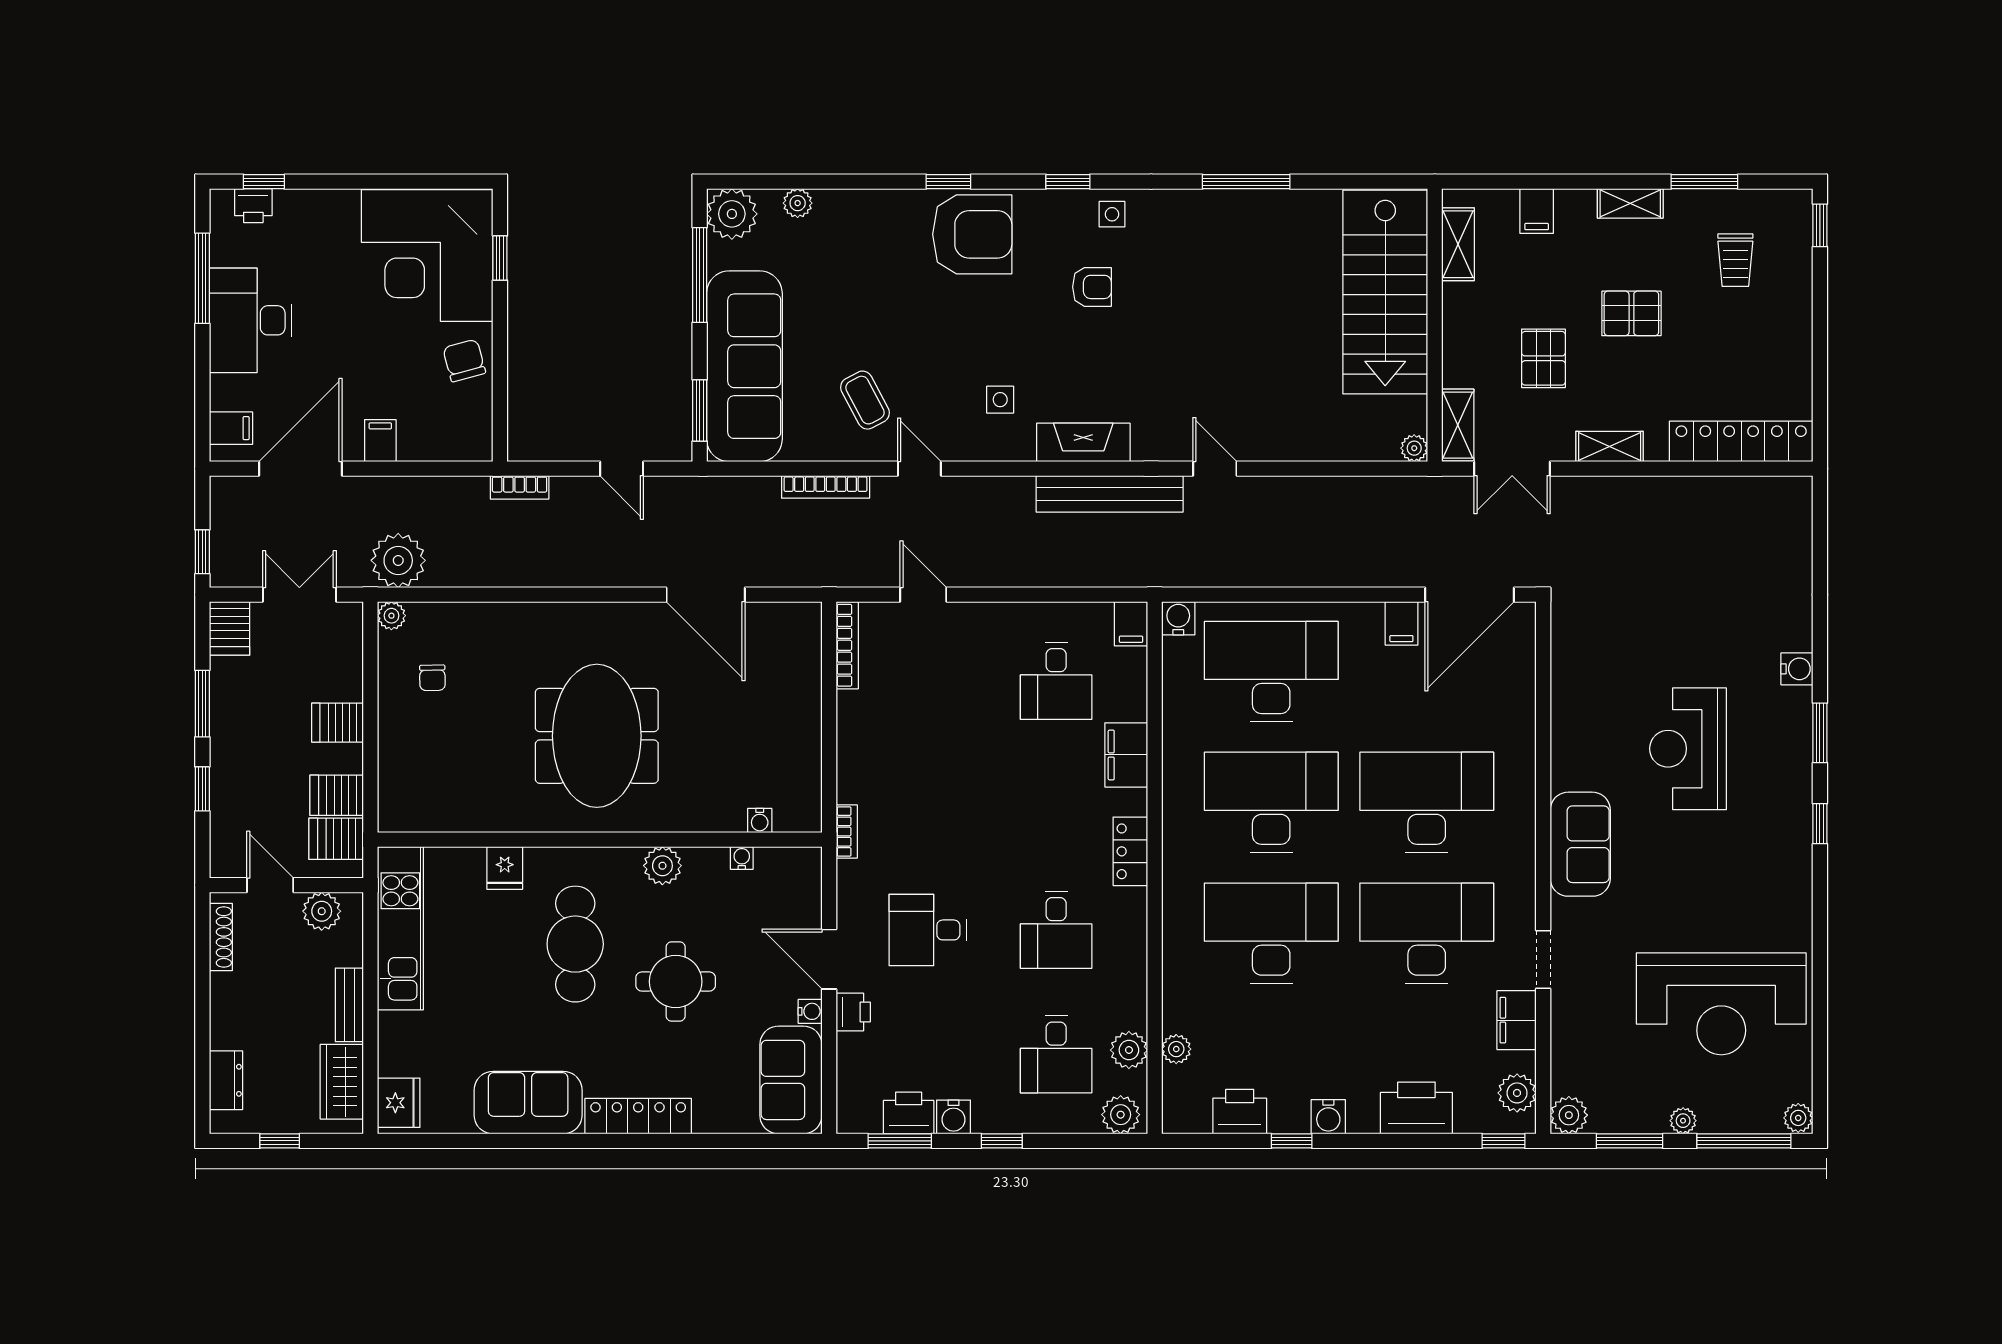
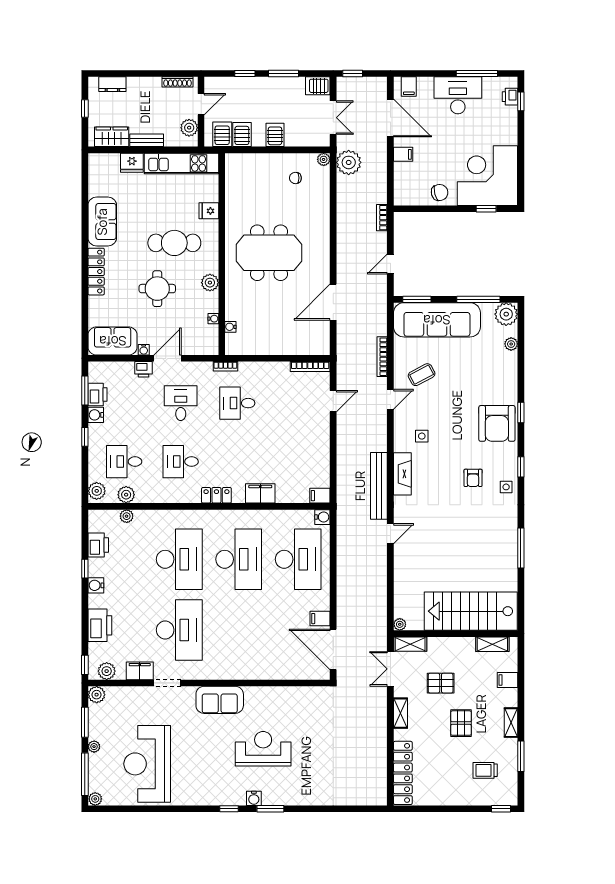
water cooler: (1797, 669) -> (254, 798), moved
desk: (1056, 681) -> (237, 403), moved
desk: (1427, 802) -> (239, 630), removed
fridge: (399, 1103) -> (132, 163), moved

